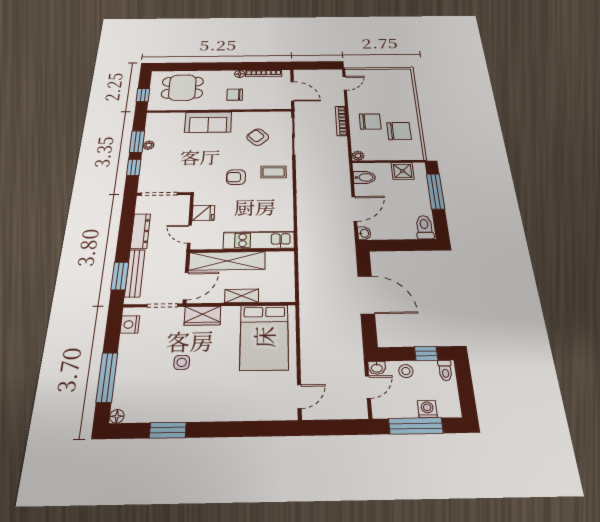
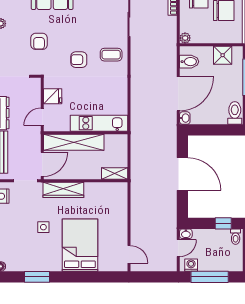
armchair: (258, 137) -> (39, 41), moved, turned -137
door: (354, 209) -> (178, 94), width x1.36
door: (189, 234) -> (42, 117), hinge flipped
shelving: (242, 296) -> (115, 174), moved
wardrobe: (202, 316) -> (63, 190), width x1.50
bed: (264, 337) -> (80, 245), moved, turned 180
stool: (406, 371) -> (207, 237), removed
door: (299, 397) -> (129, 254), hinge flipped
washing machine: (427, 409) -> (191, 265), moved

